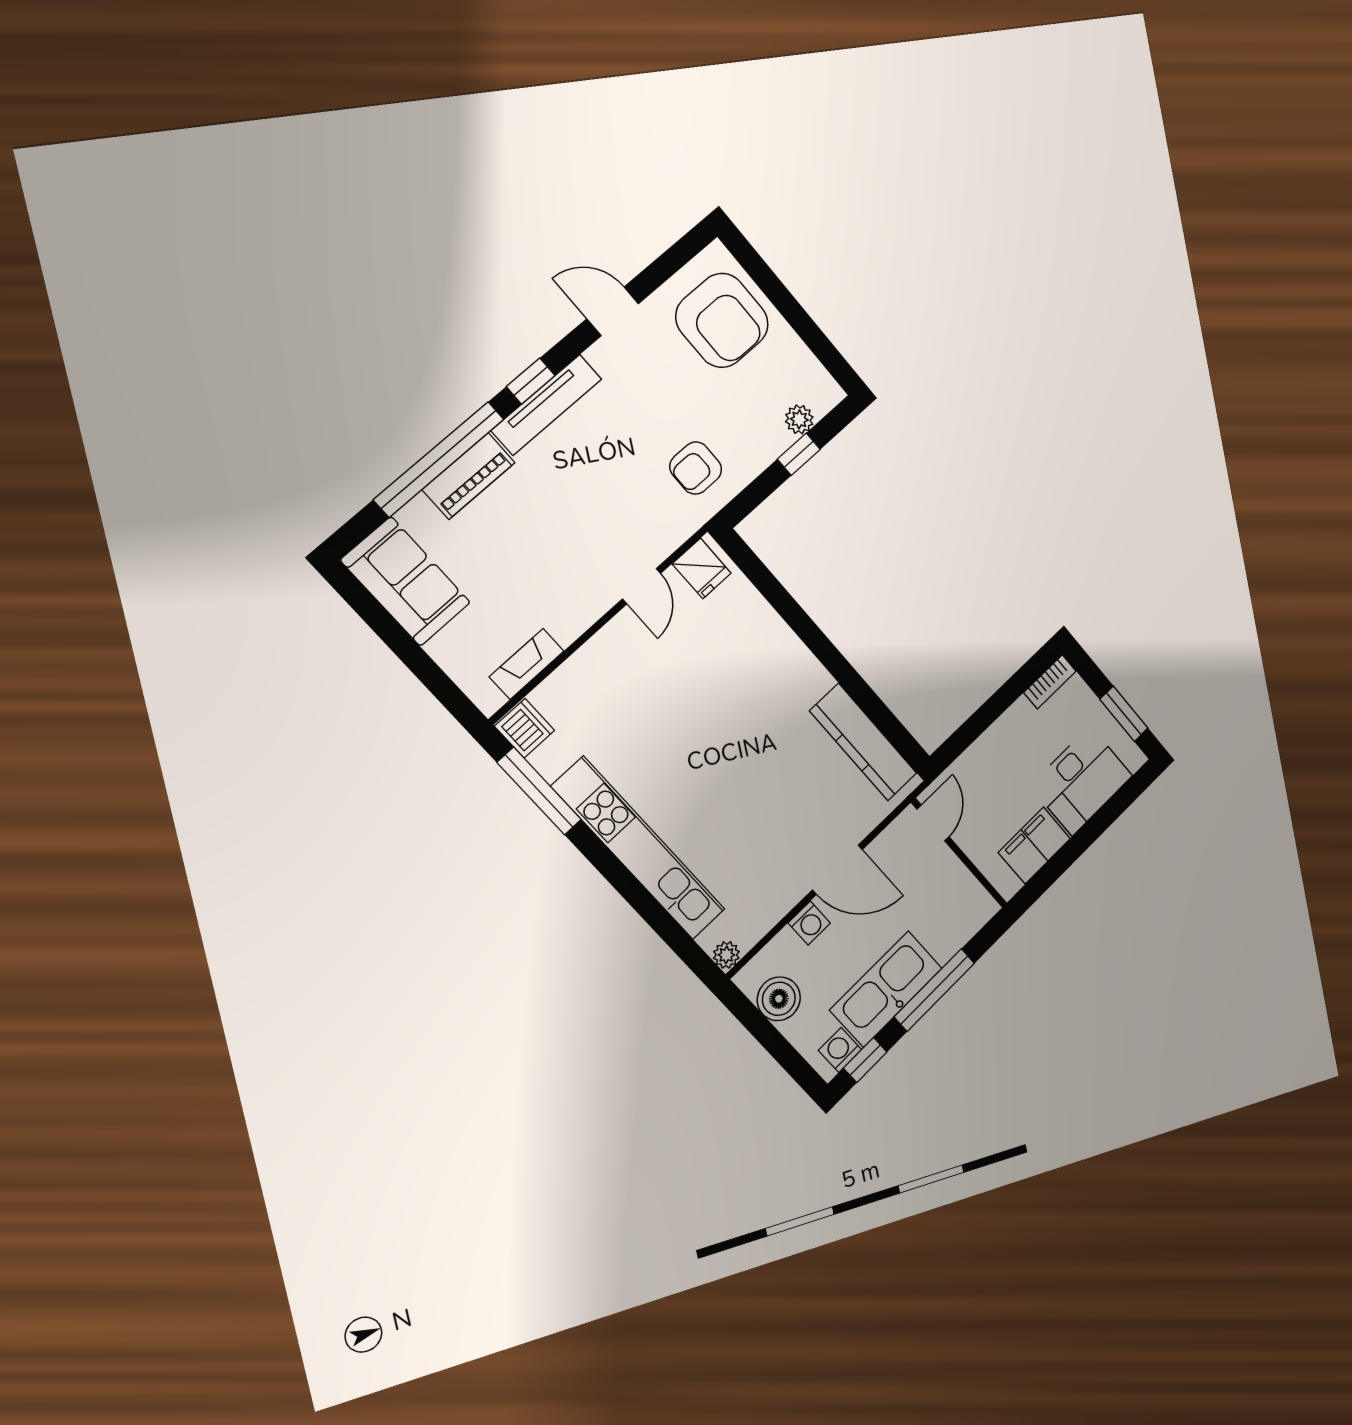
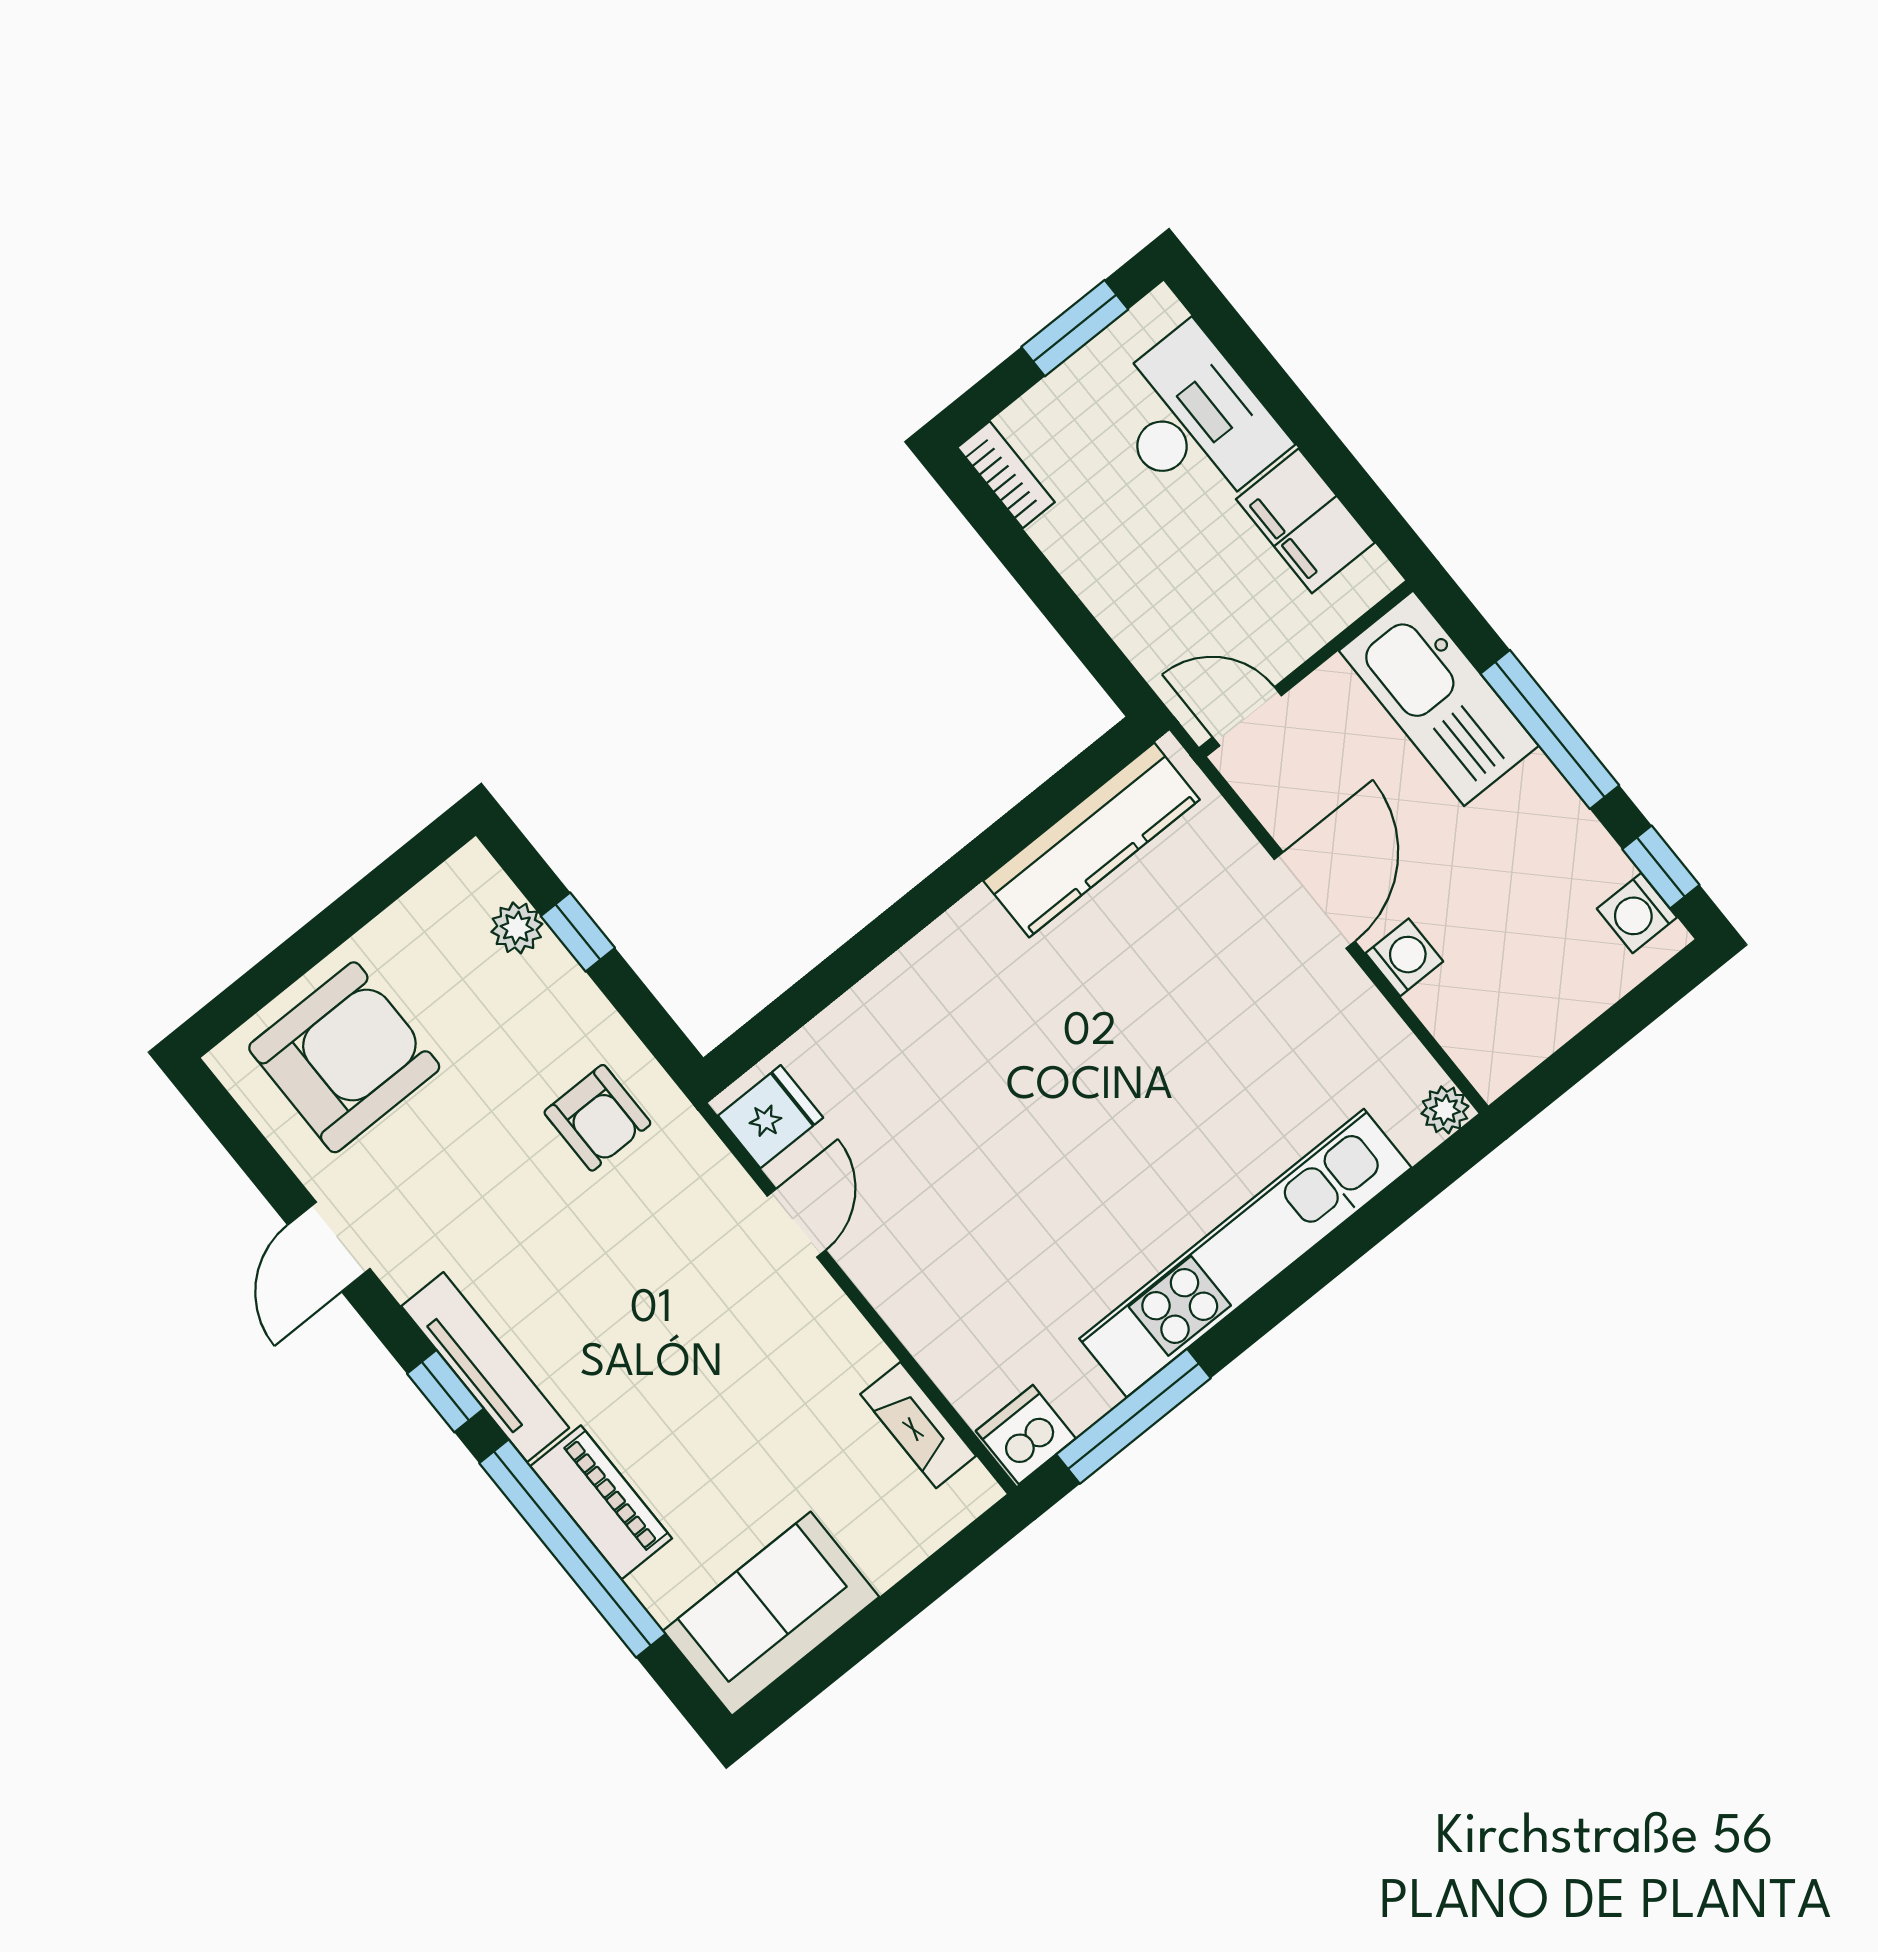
door: (642, 586) -> (796, 1223), hinge flipped
kitchen sink: (886, 989) -> (1439, 698), moved
boiler: (779, 999) -> (1532, 1020), removed

